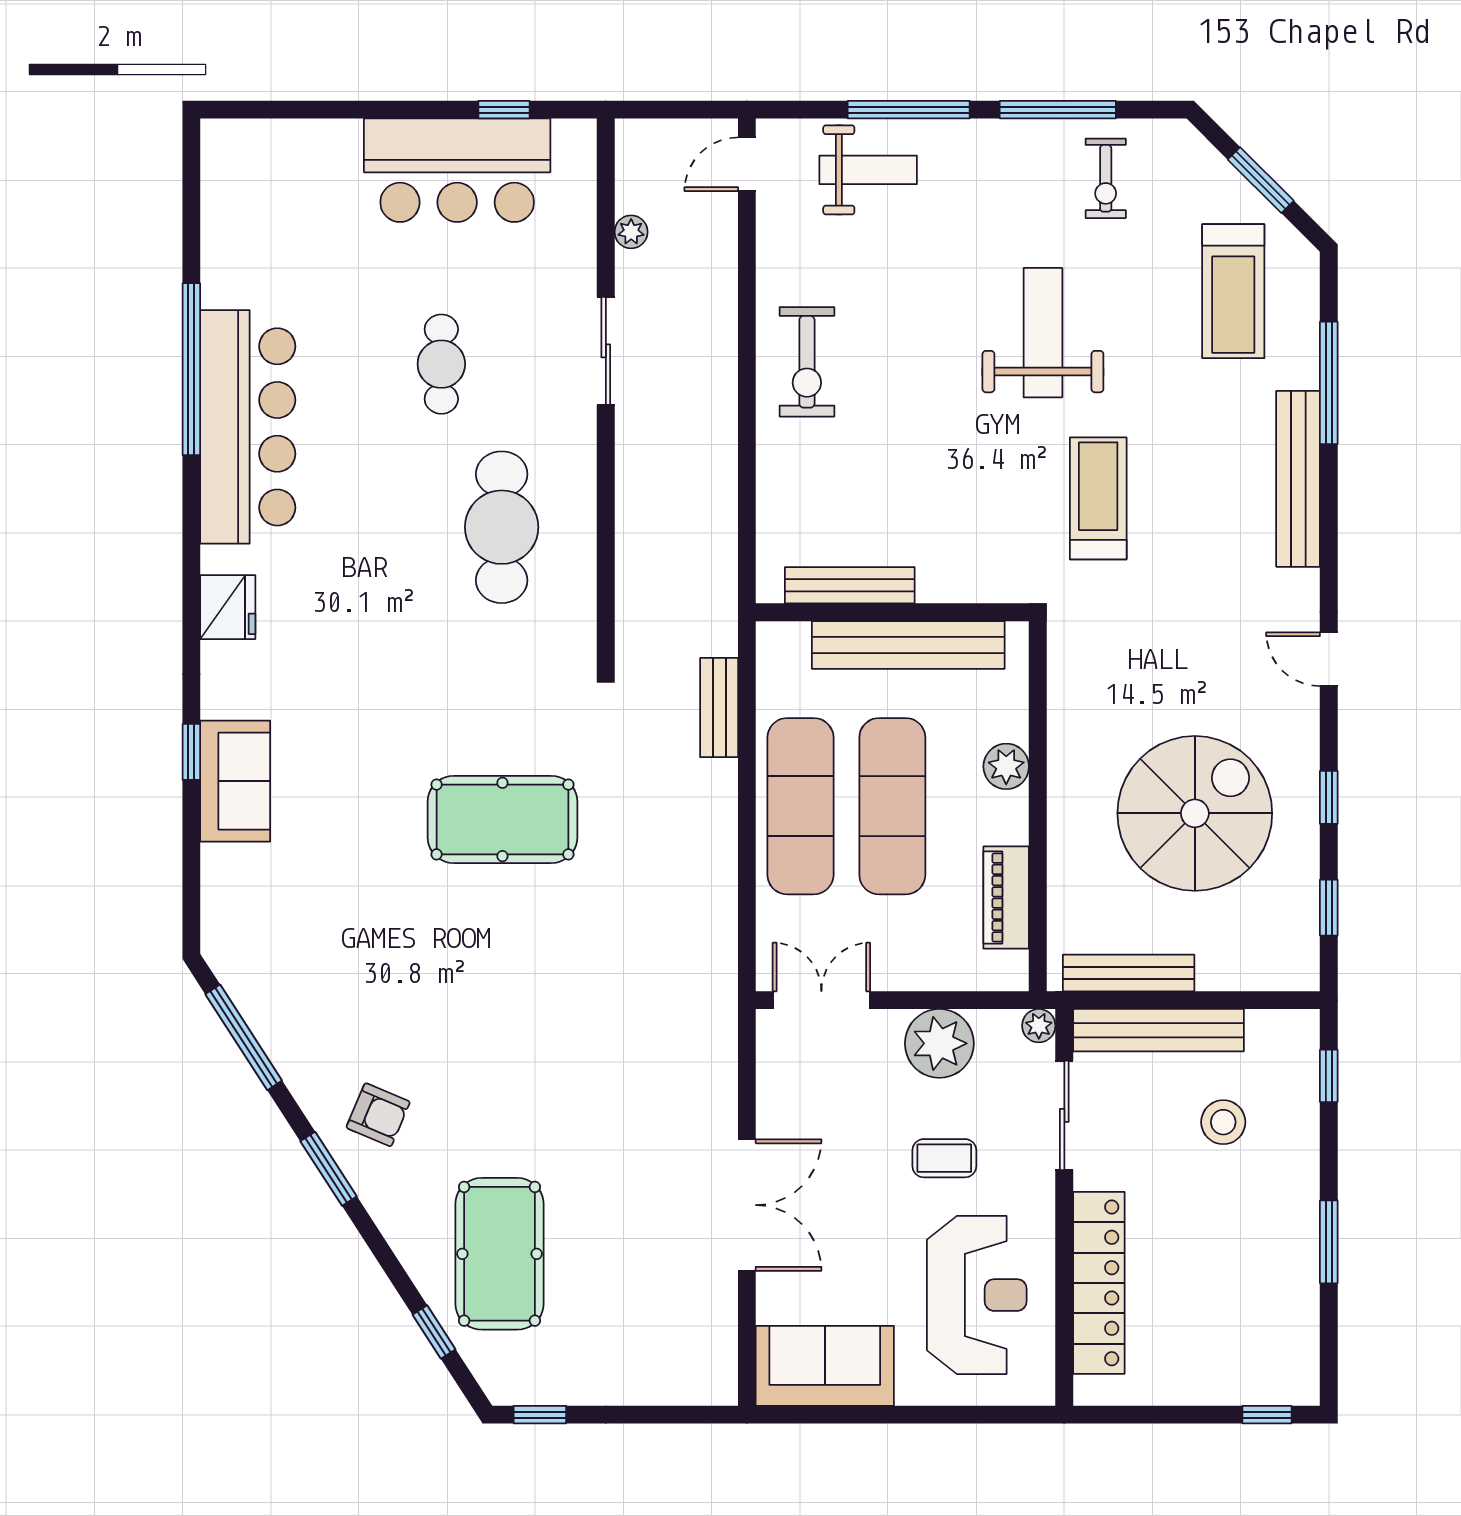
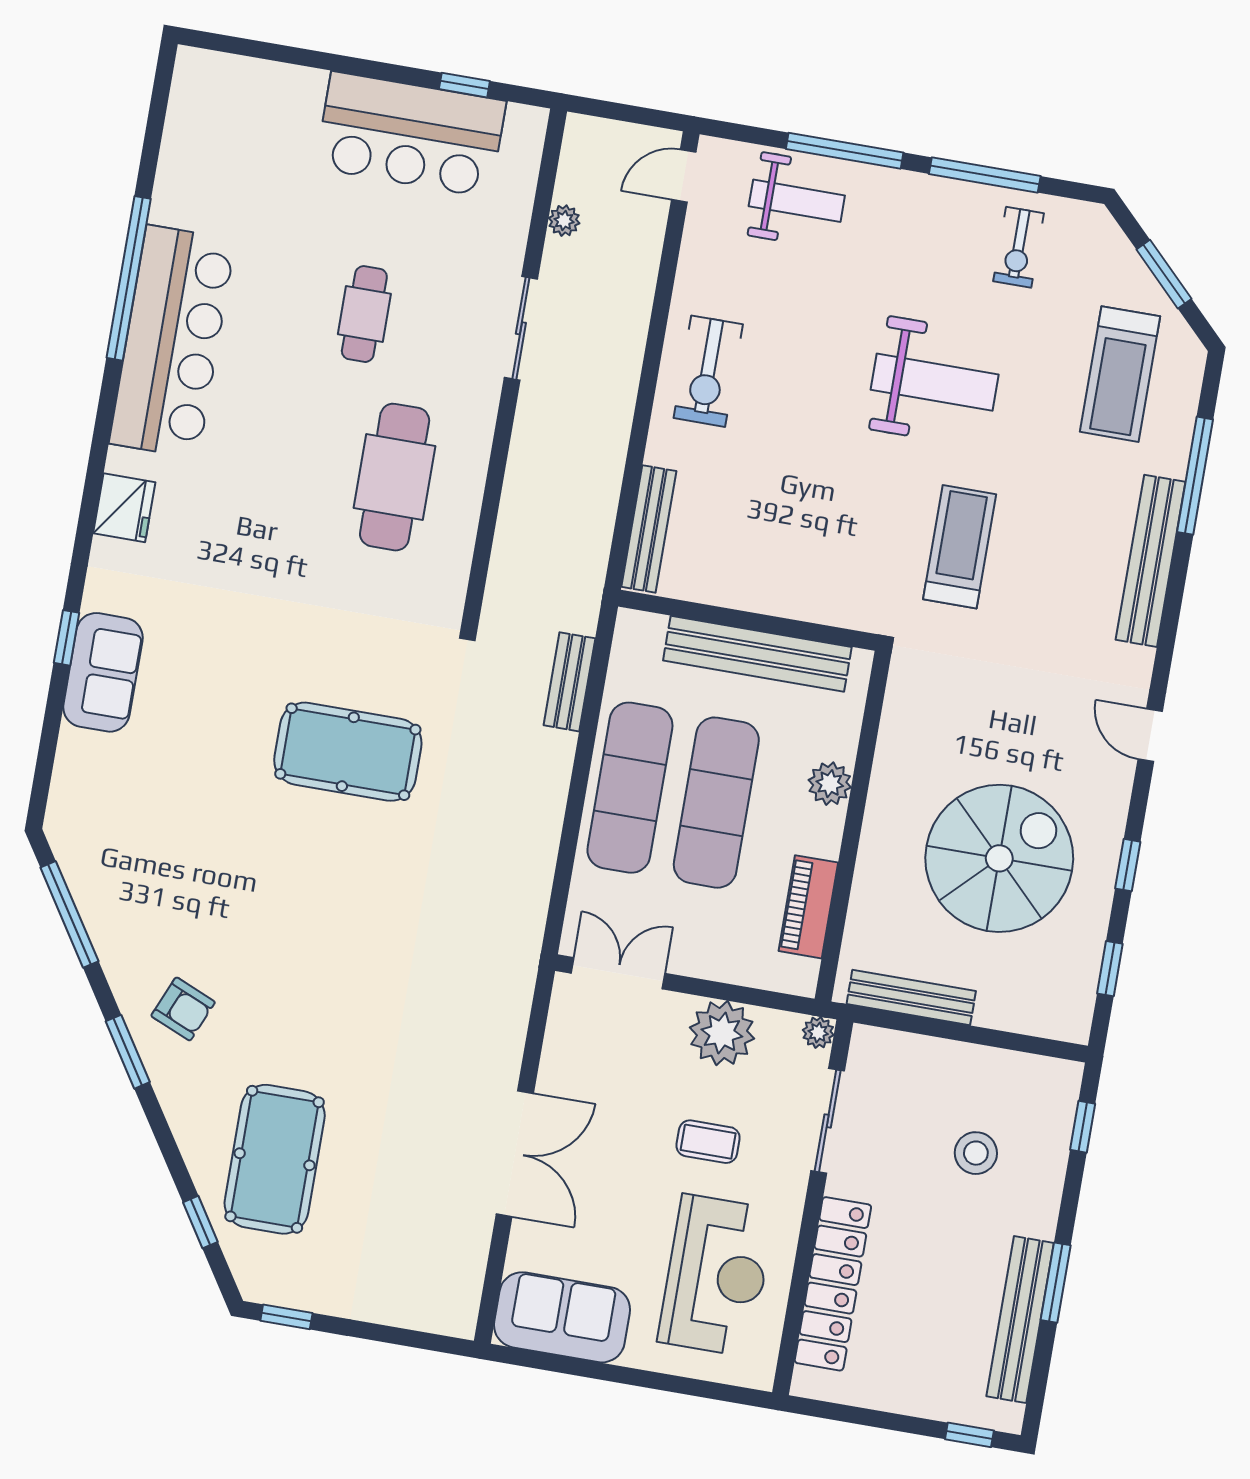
weight bench: (1043, 333) -> (935, 382), turned 90
bench: (850, 585) -> (649, 529), moved, turned 90
bench: (1158, 1030) -> (1020, 1320), moved, turned 90

